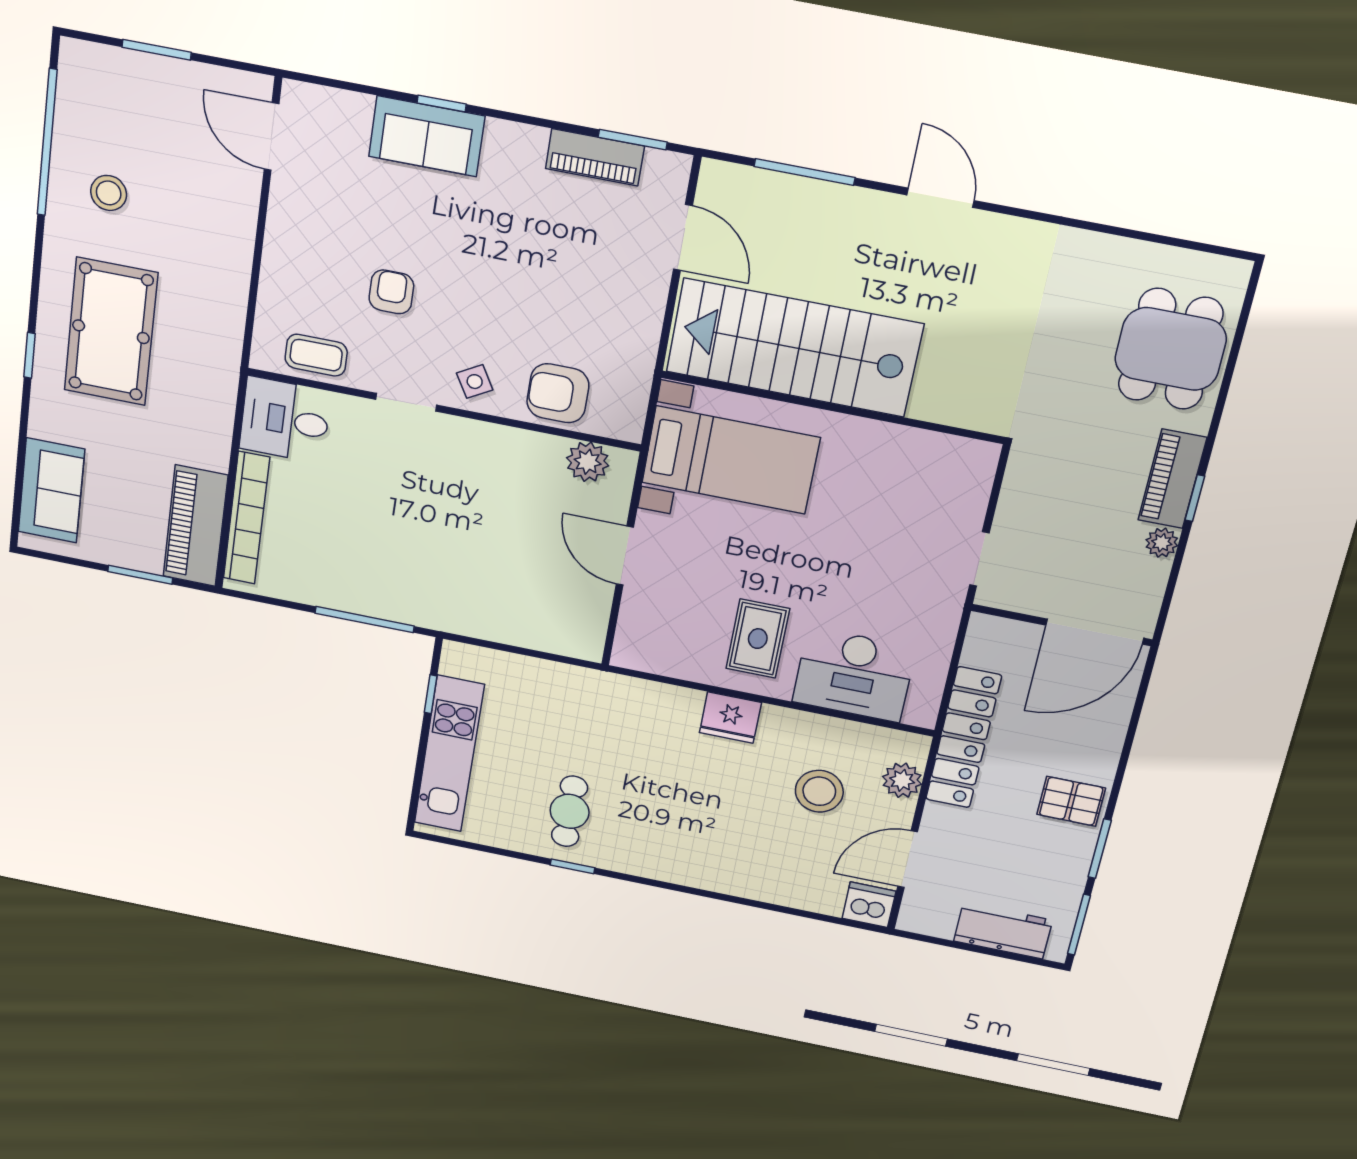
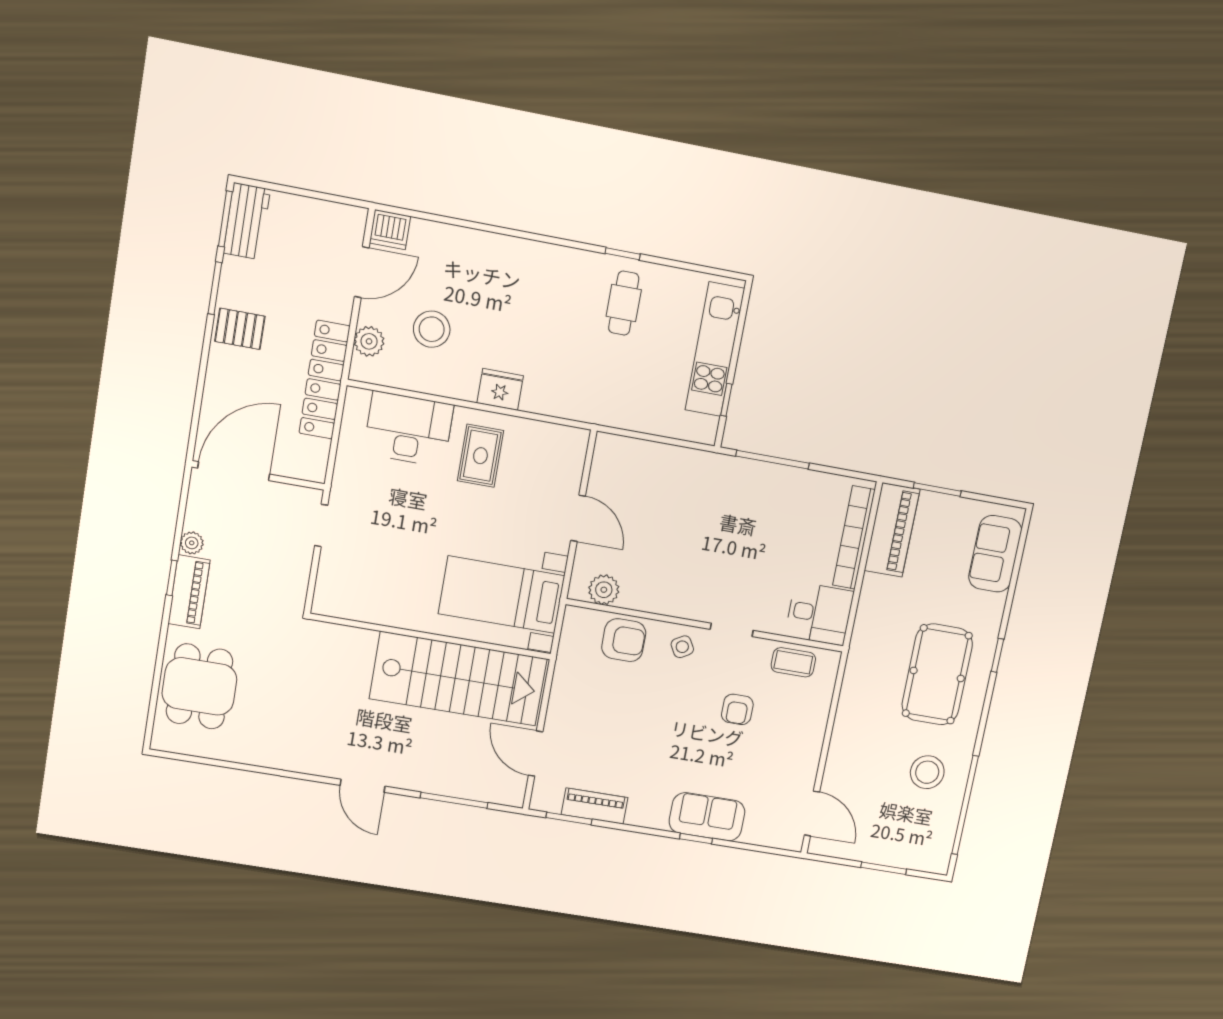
stool: (109, 193) -> (927, 772), width x1.38, depth x1.38
workbench: (1003, 931) -> (247, 221), moved, turned -90

